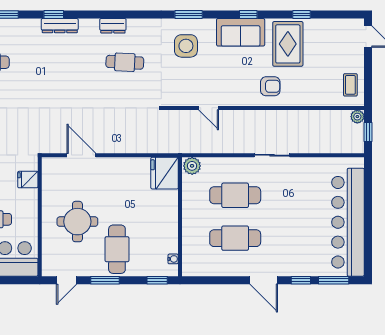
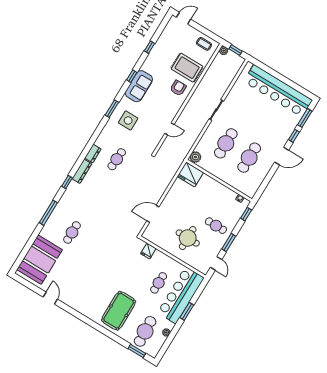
dresser: (60, 26) -> (82, 171), moved
rug: (288, 44) -> (187, 68), moved
cafe table: (117, 249) -> (216, 226), width x0.73, depth x0.74

